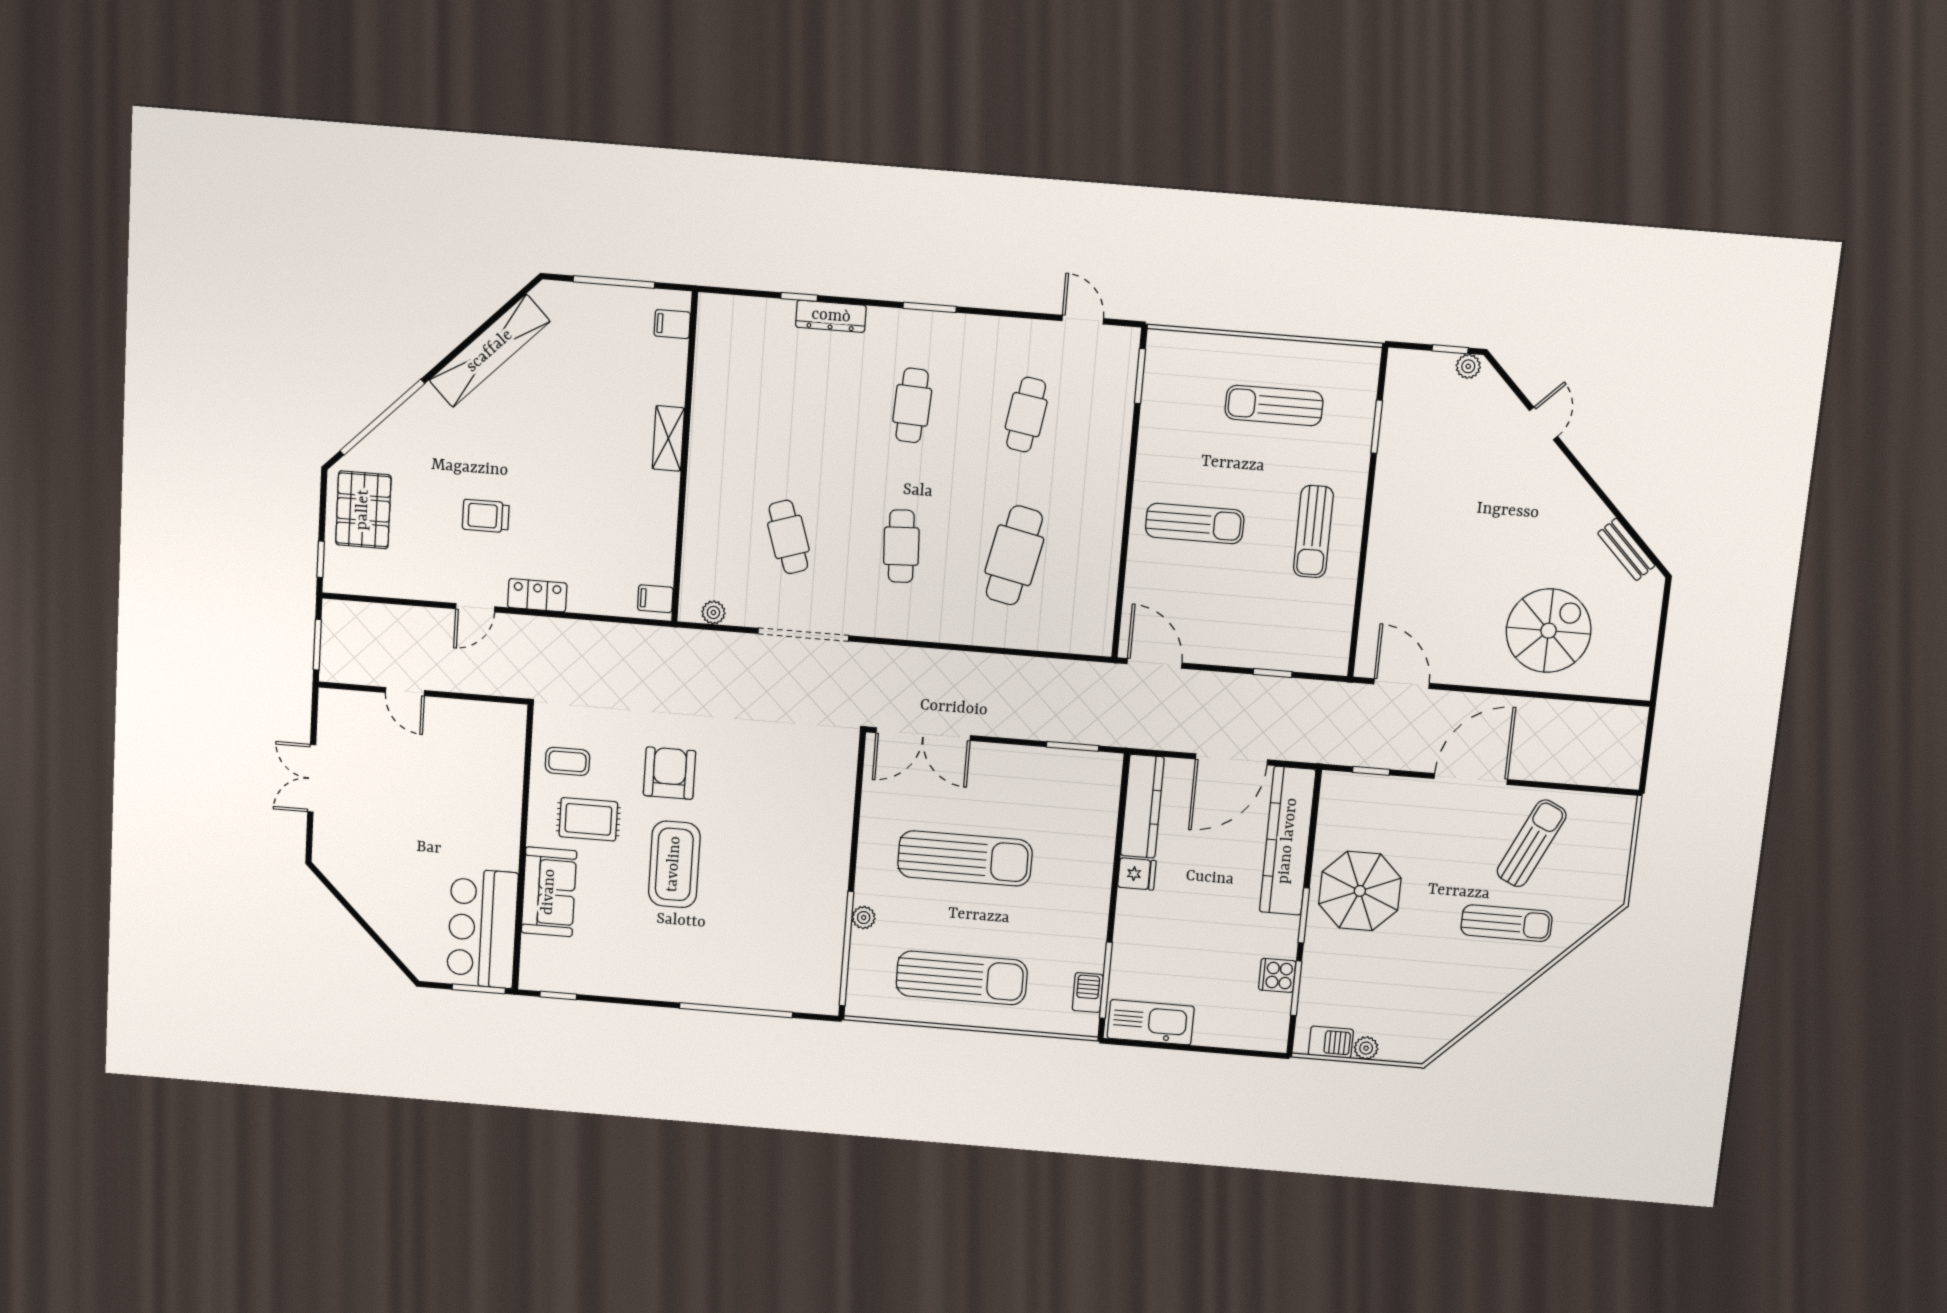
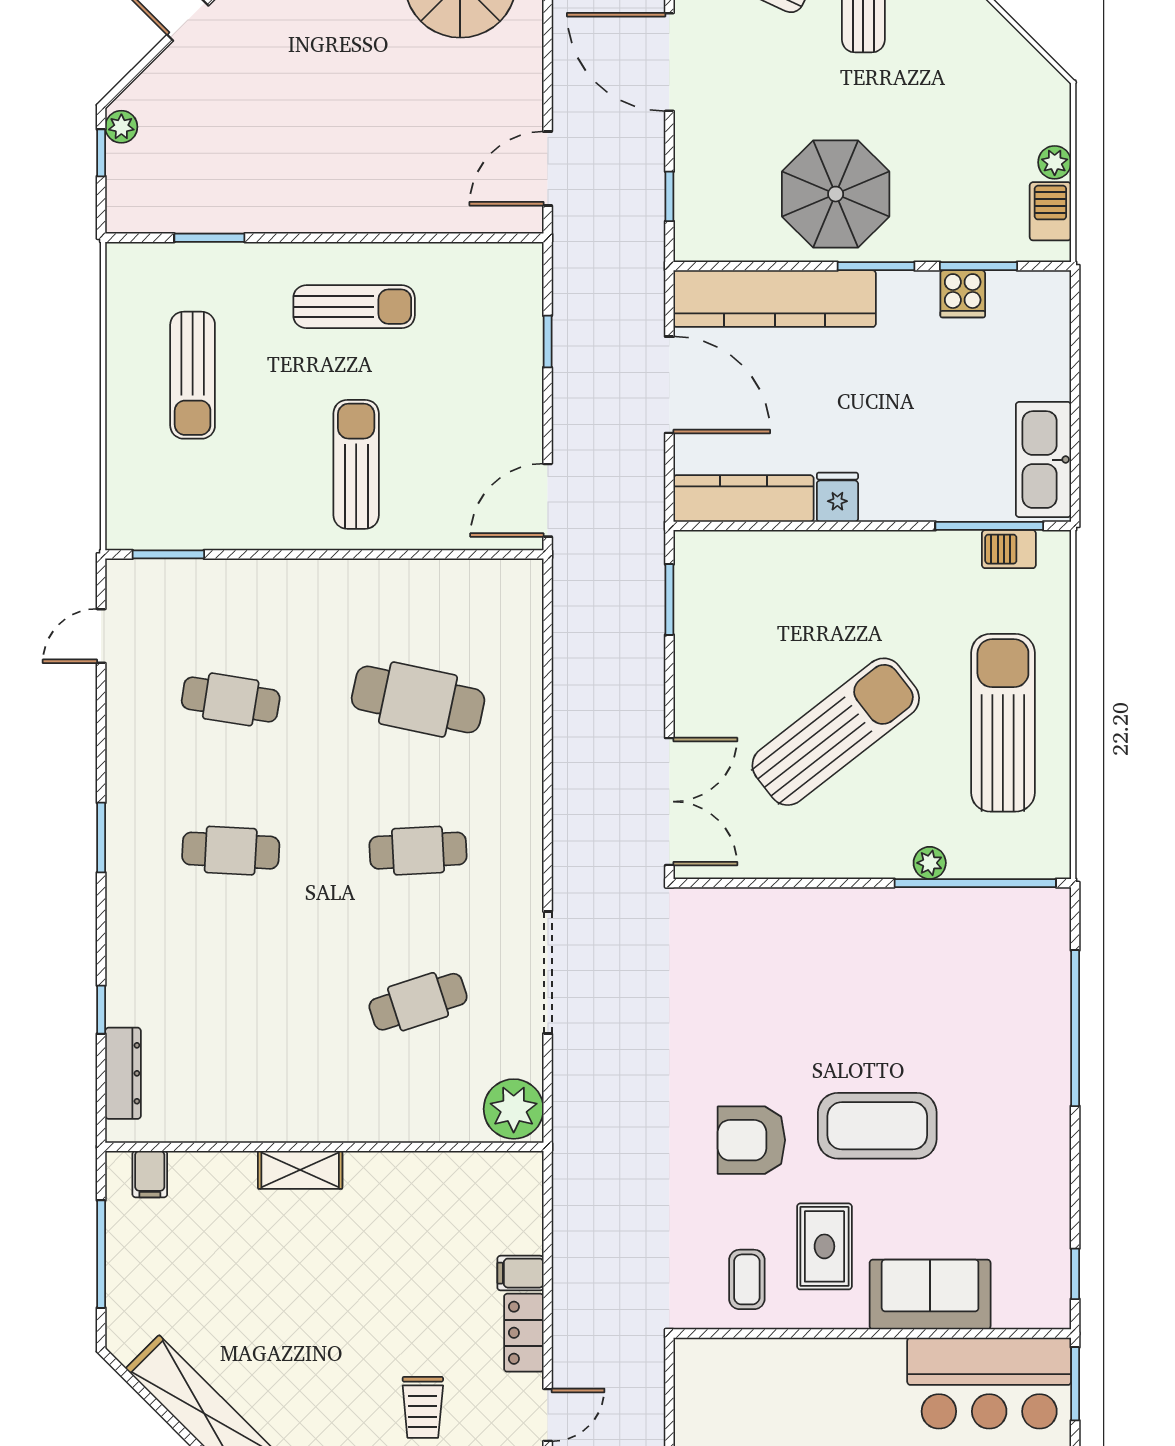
dresser: (831, 316) -> (123, 1073), moved
filing cabinet: (655, 599) -> (520, 1273), moved, turned 90
door: (475, 608) -> (548, 1415), hinge flipped
plant: (713, 612) -> (514, 1109), width x1.88, depth x1.88
sun lounger: (965, 858) -> (836, 732), turned 52

